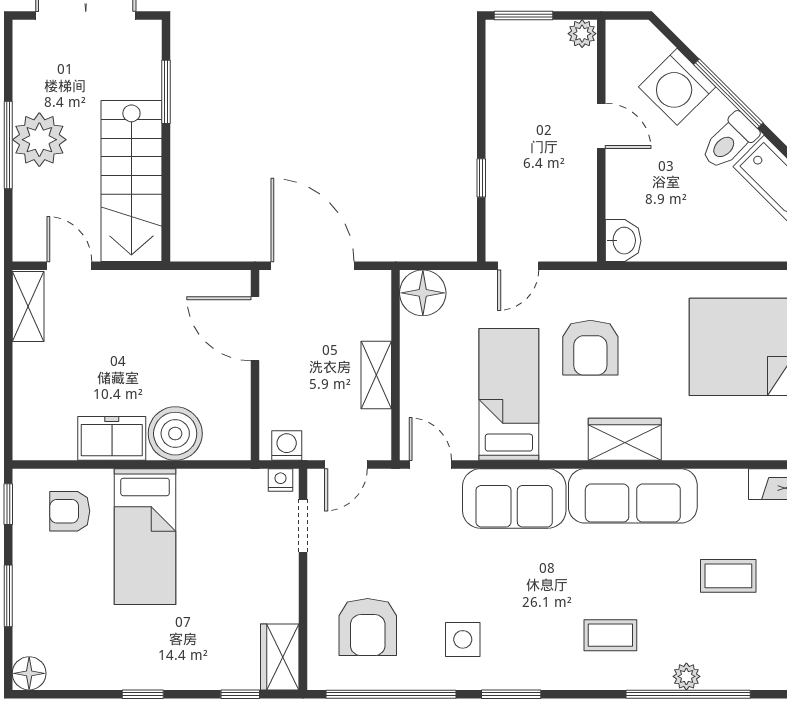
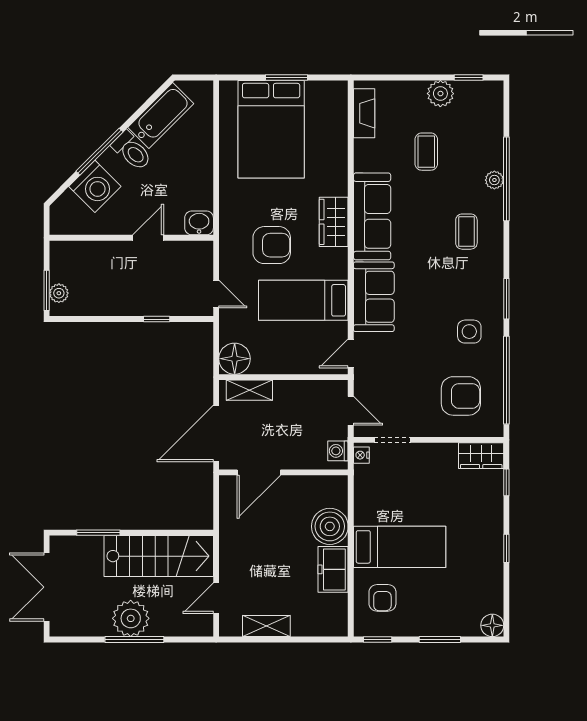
plant: (582, 34) -> (59, 293), moved
door: (601, 126) -> (148, 238), moved
shelving: (28, 307) -> (266, 626), moved
shelving: (376, 375) -> (249, 390), moved

